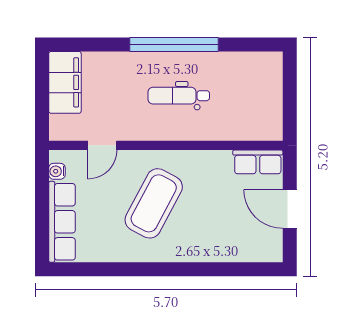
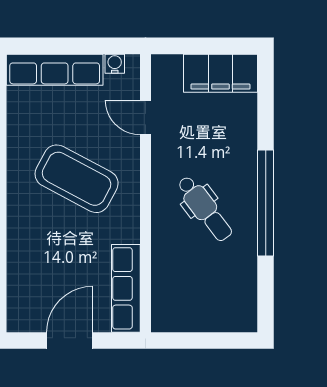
dental chair: (179, 96) -> (205, 209), turned 143
row of seats: (258, 162) -> (126, 288), width x1.48

